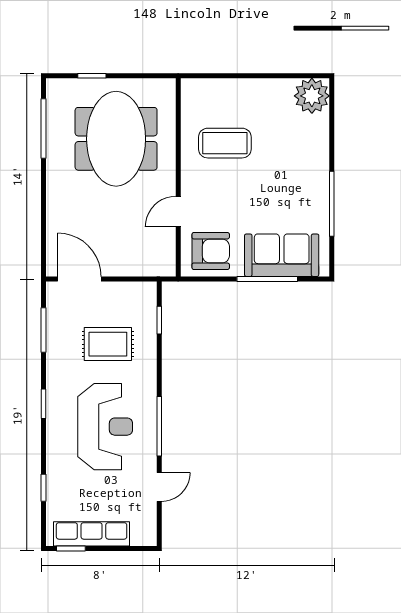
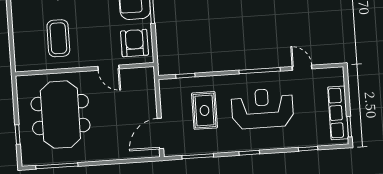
meeting table: (116, 139) -> (60, 115), turned 90

